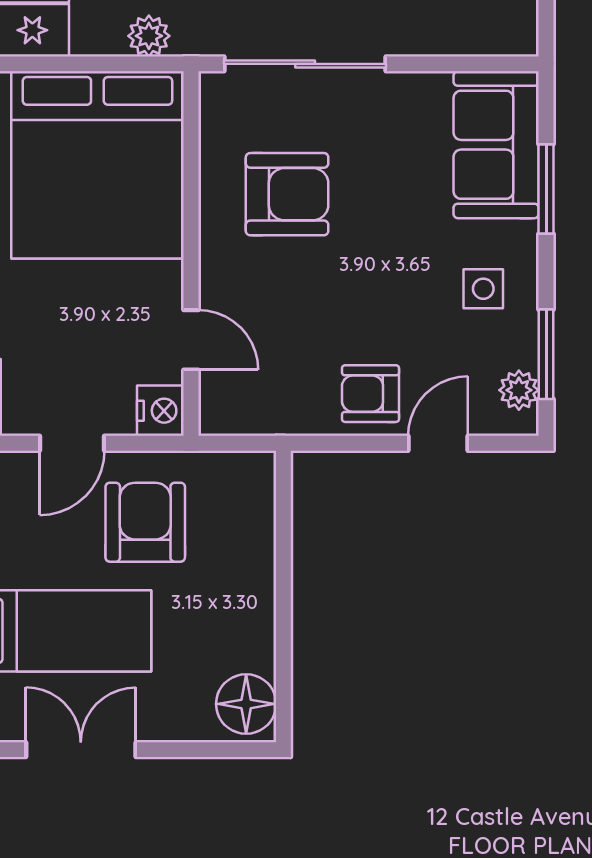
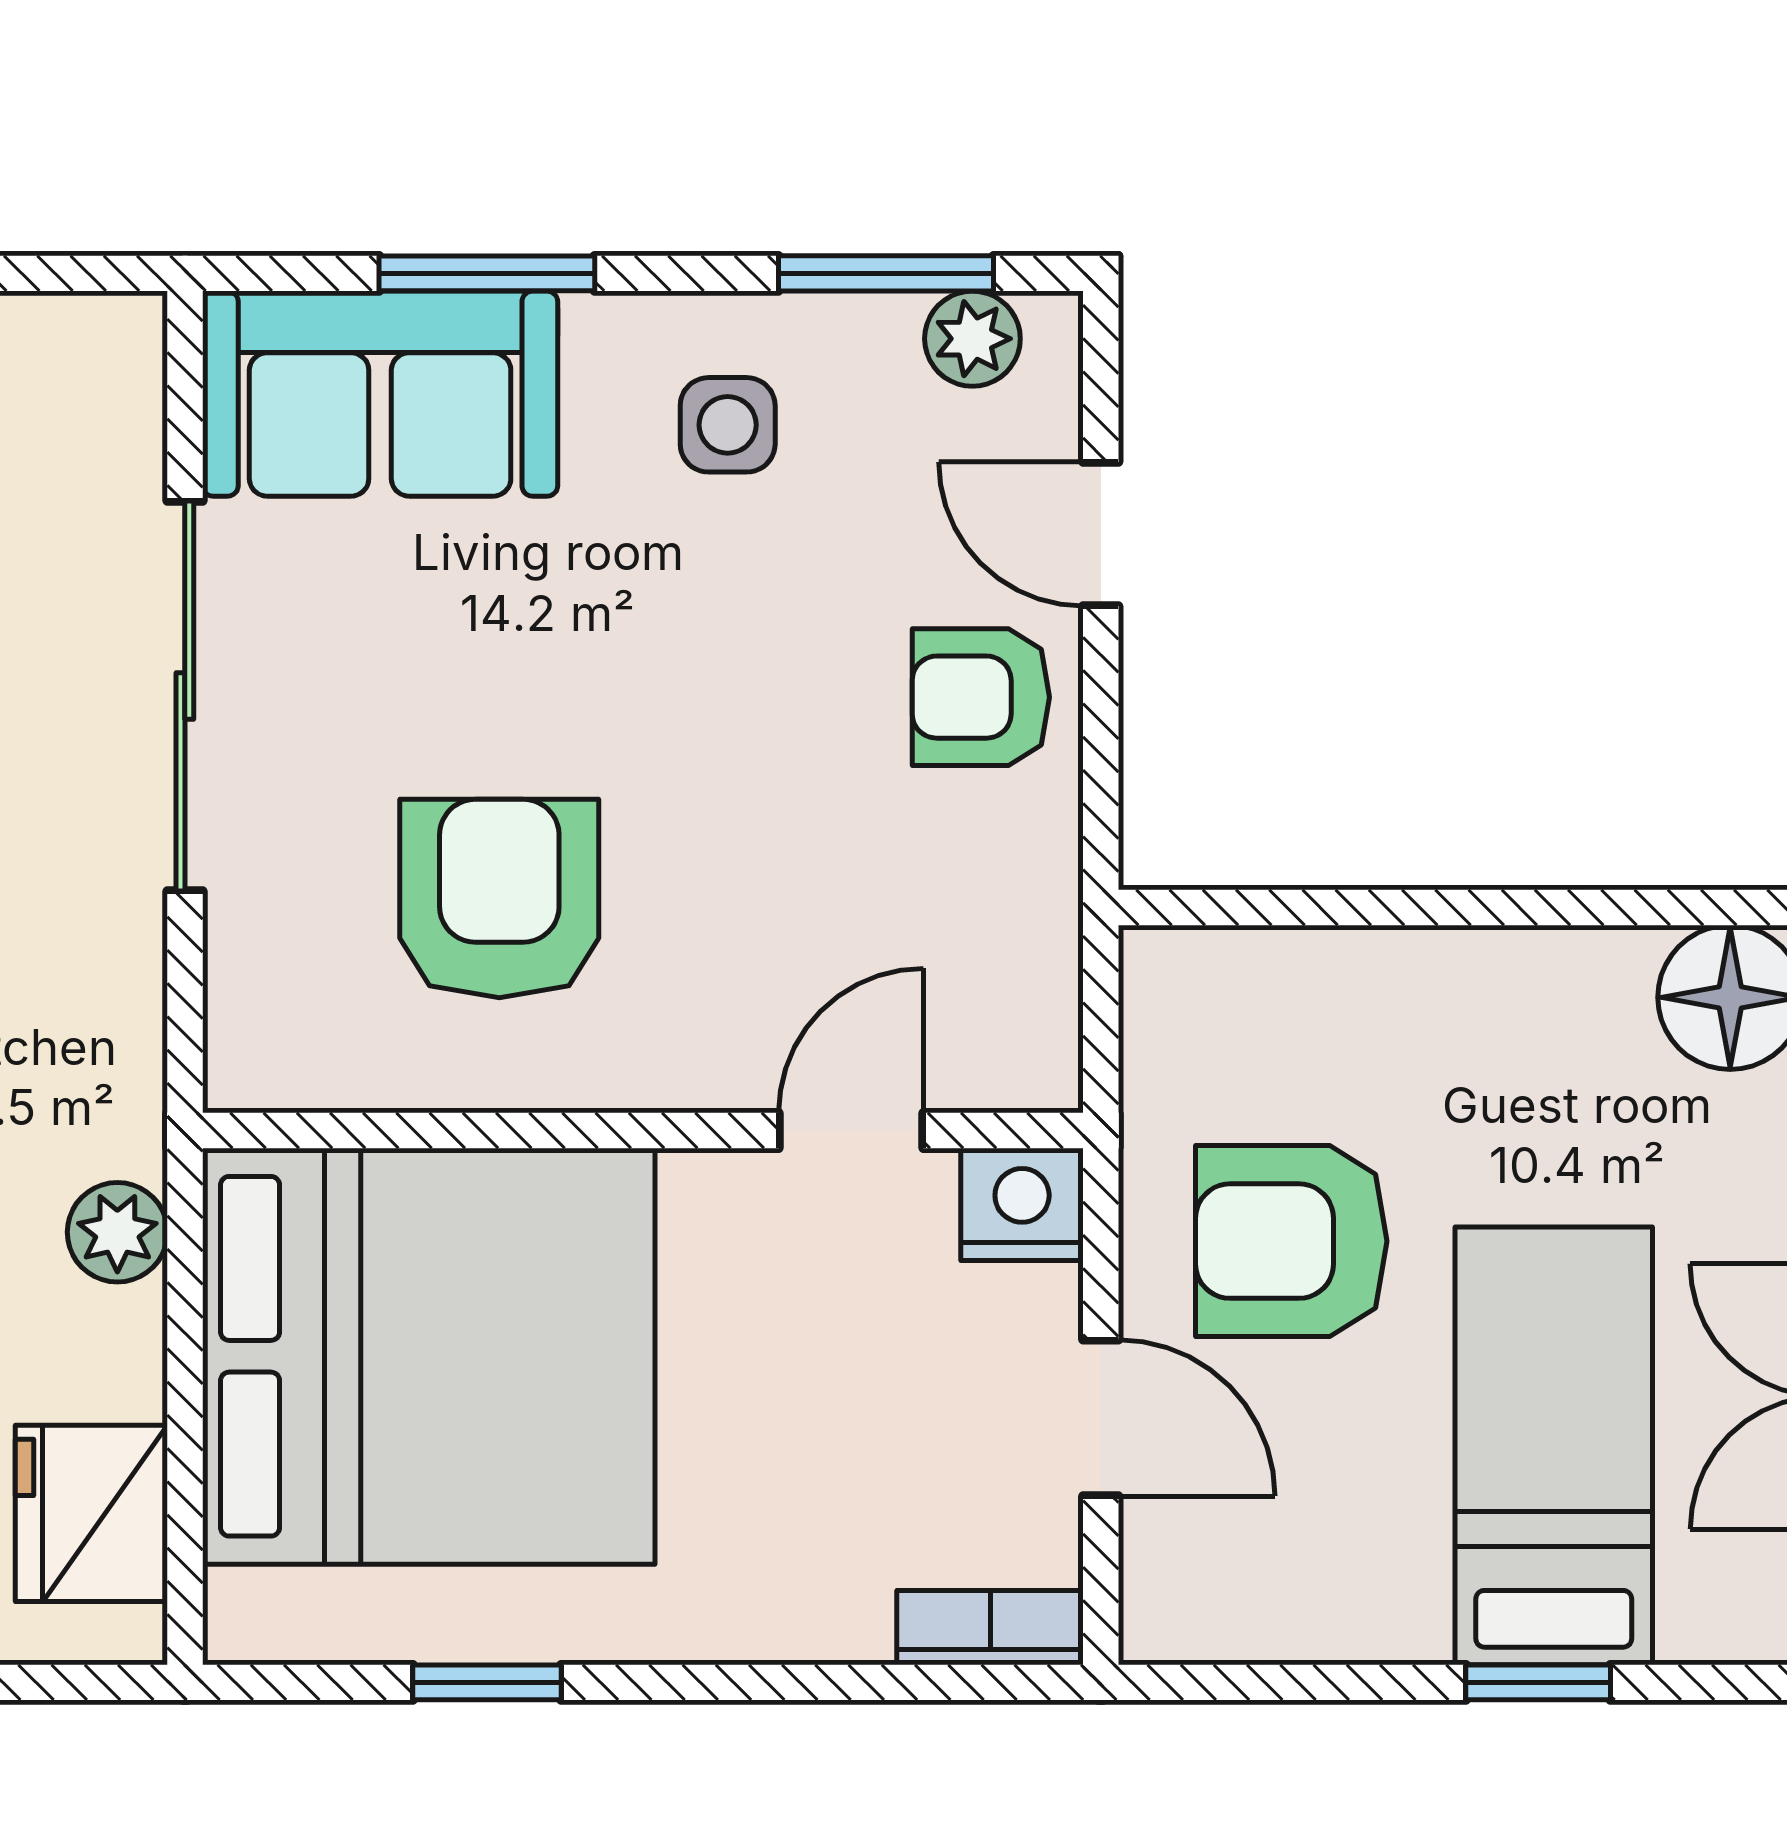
sliding door: (305, 64) -> (185, 696), moved
armchair: (370, 394) -> (981, 697), turned 90

